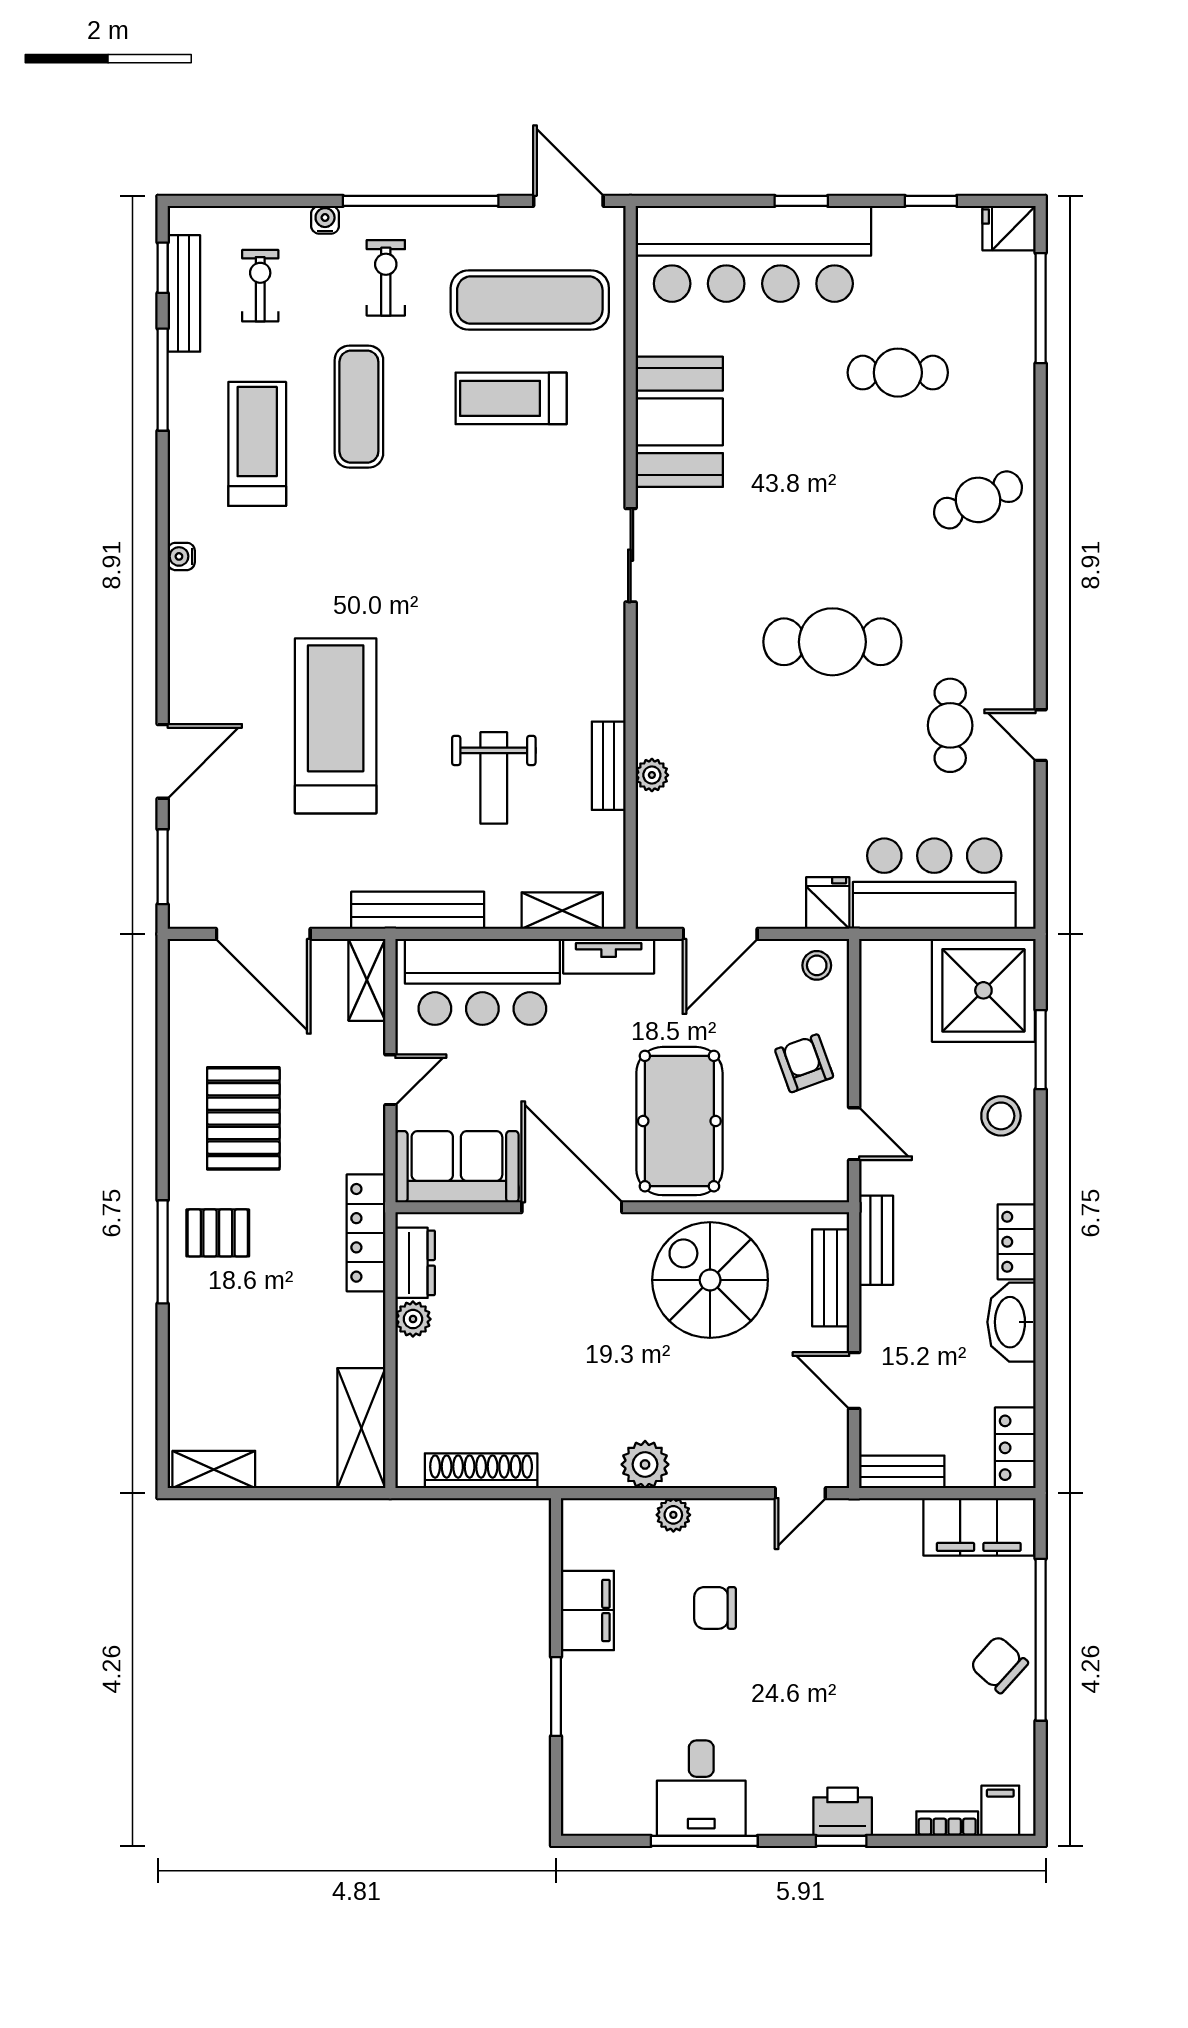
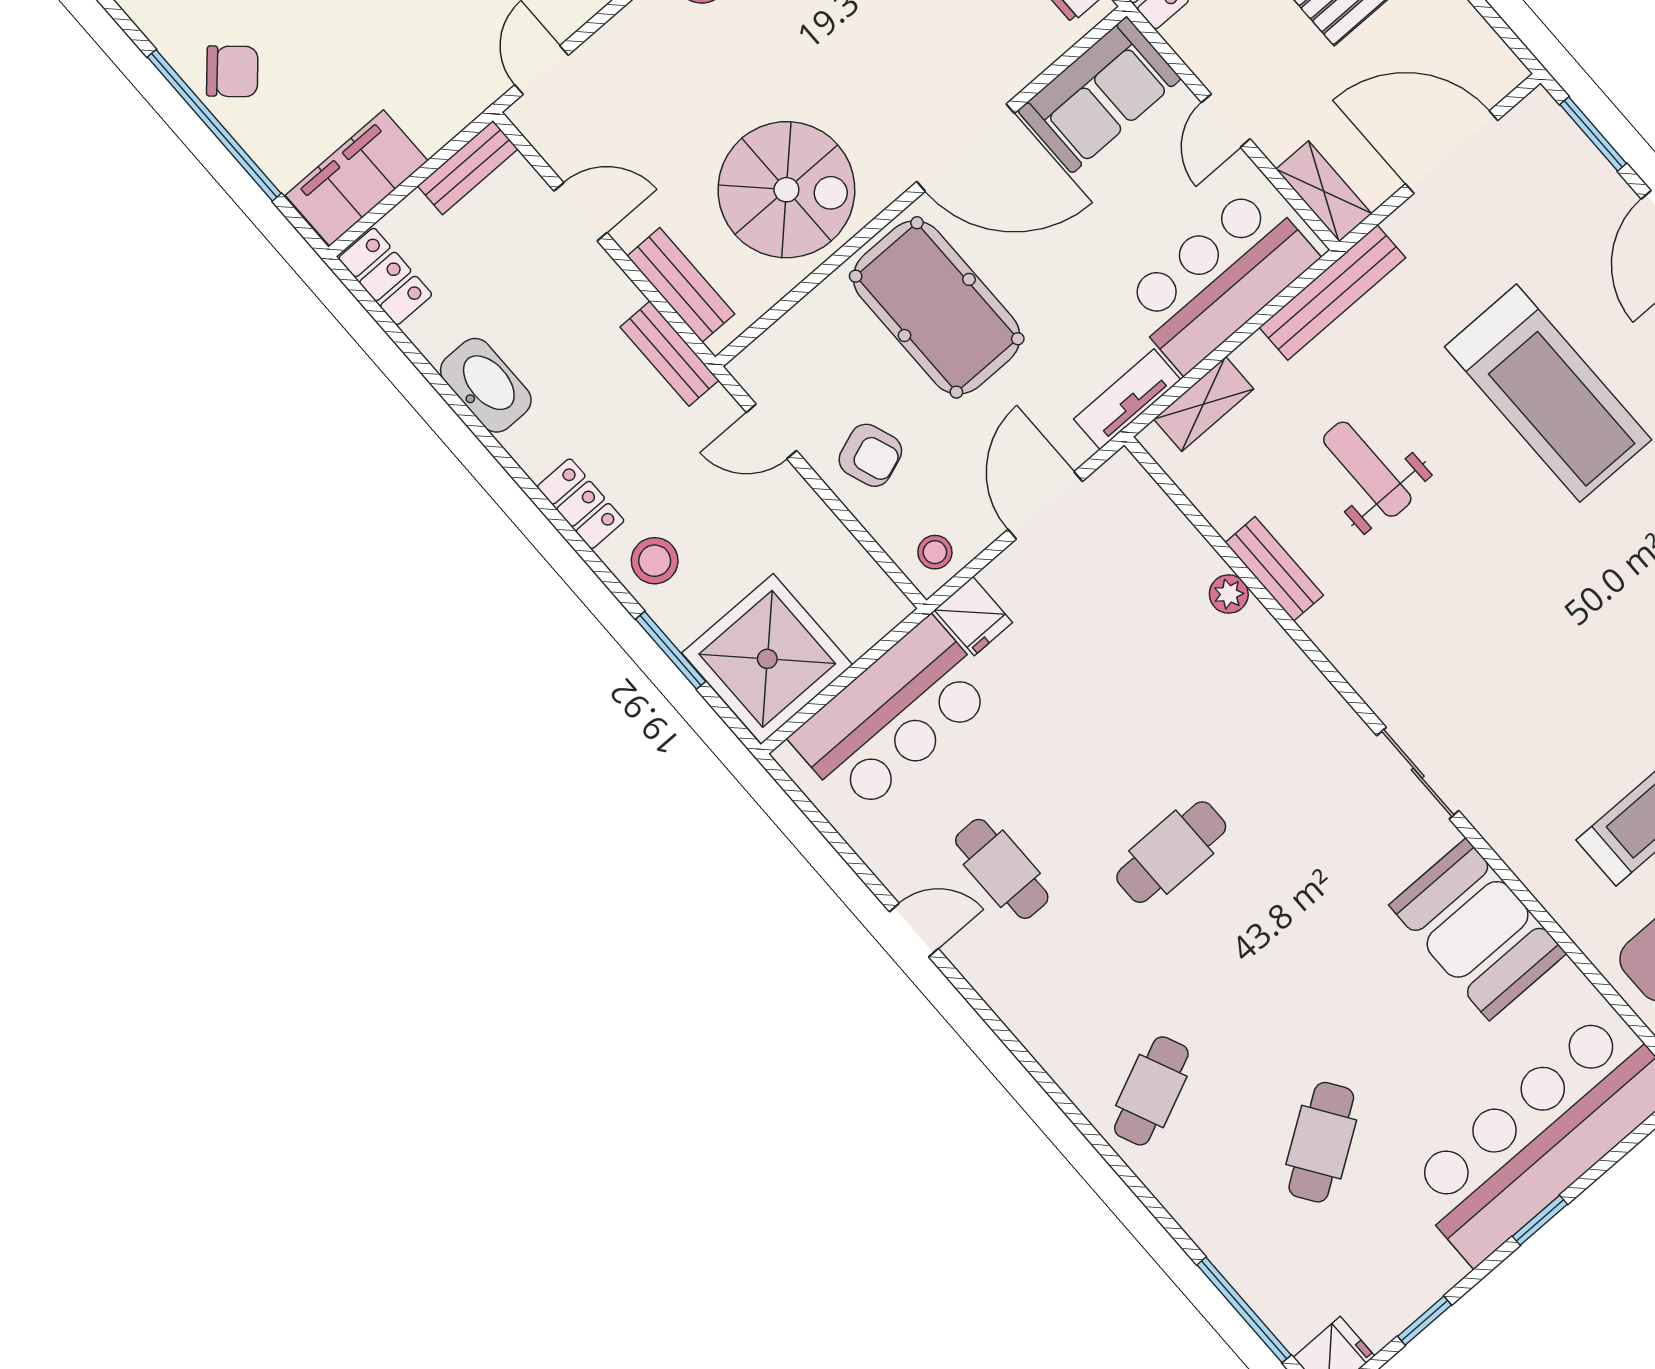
cafe table: (898, 373) -> (1321, 1142), turned -34
cafe table: (832, 642) -> (1171, 852), width x0.73, depth x0.74
locker: (1017, 1242) -> (581, 504), moved

